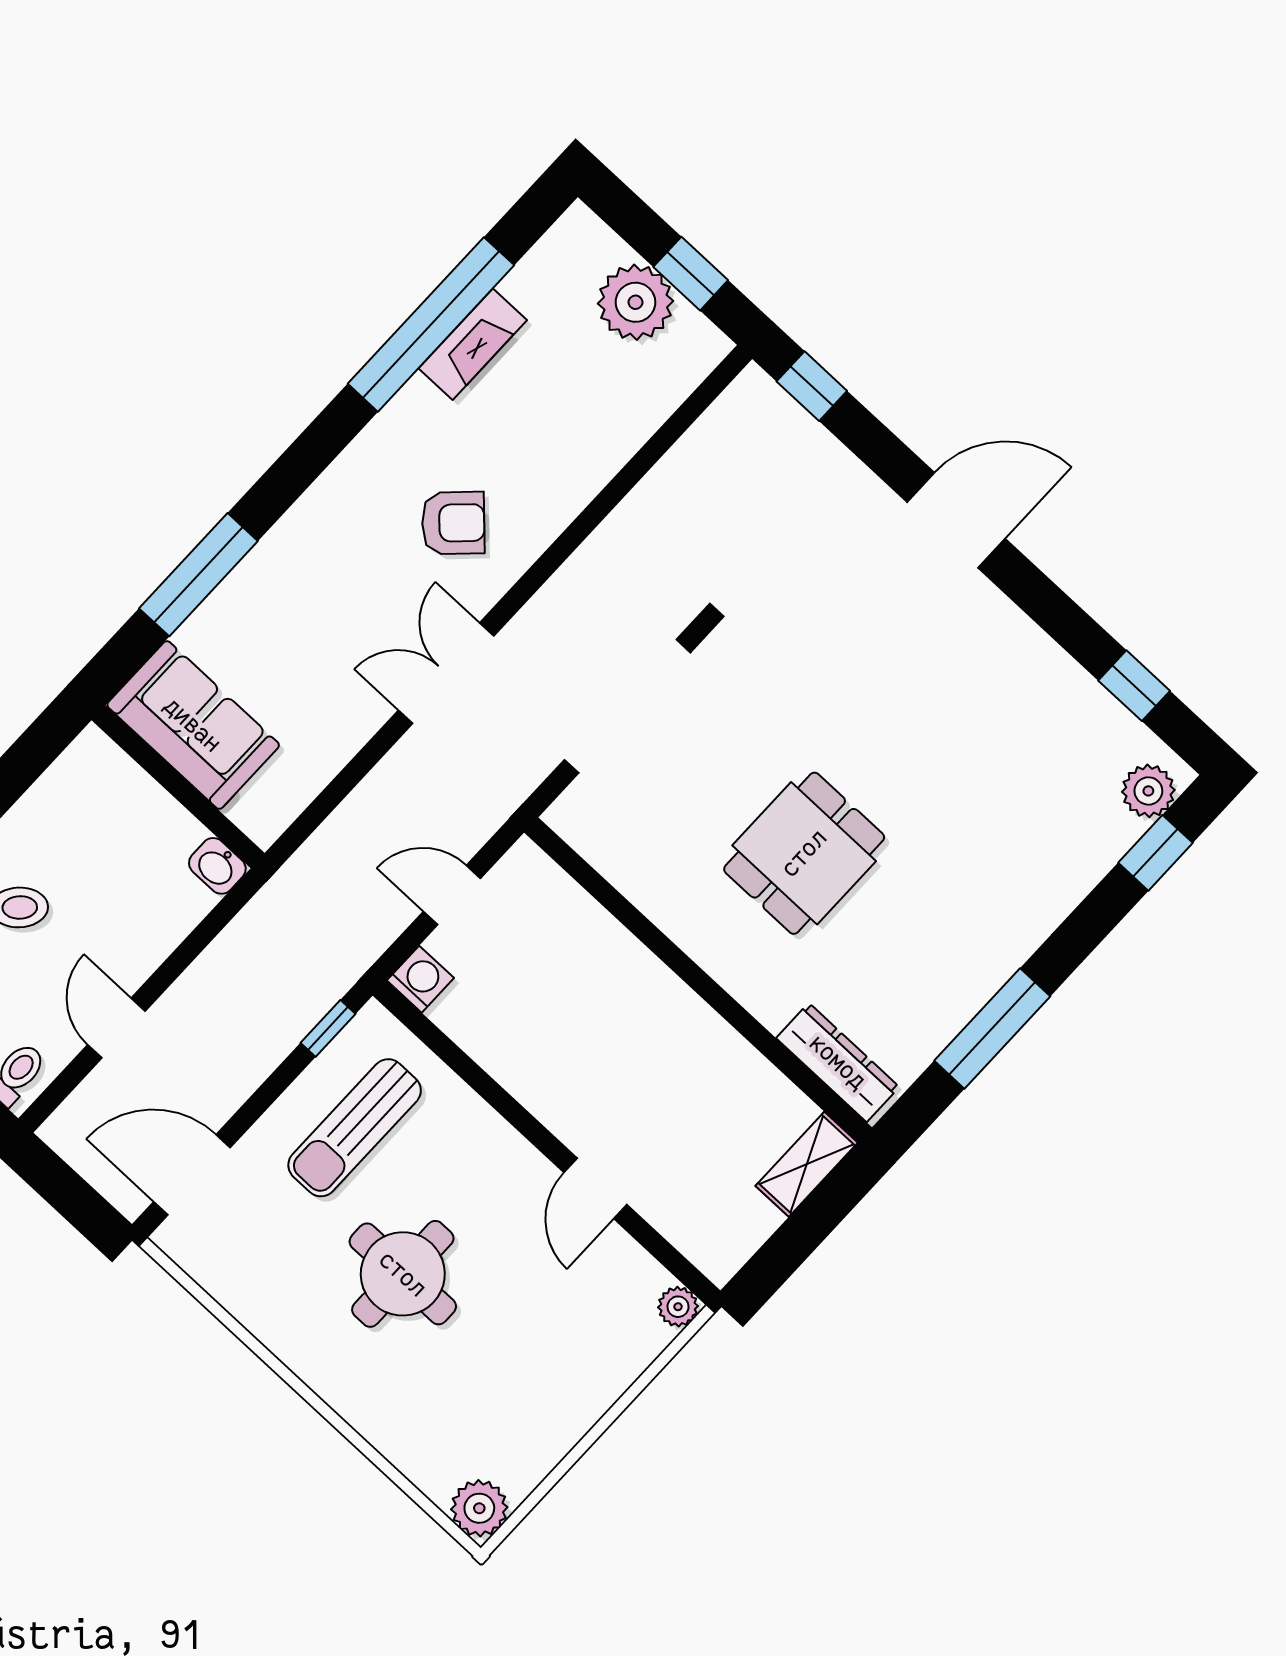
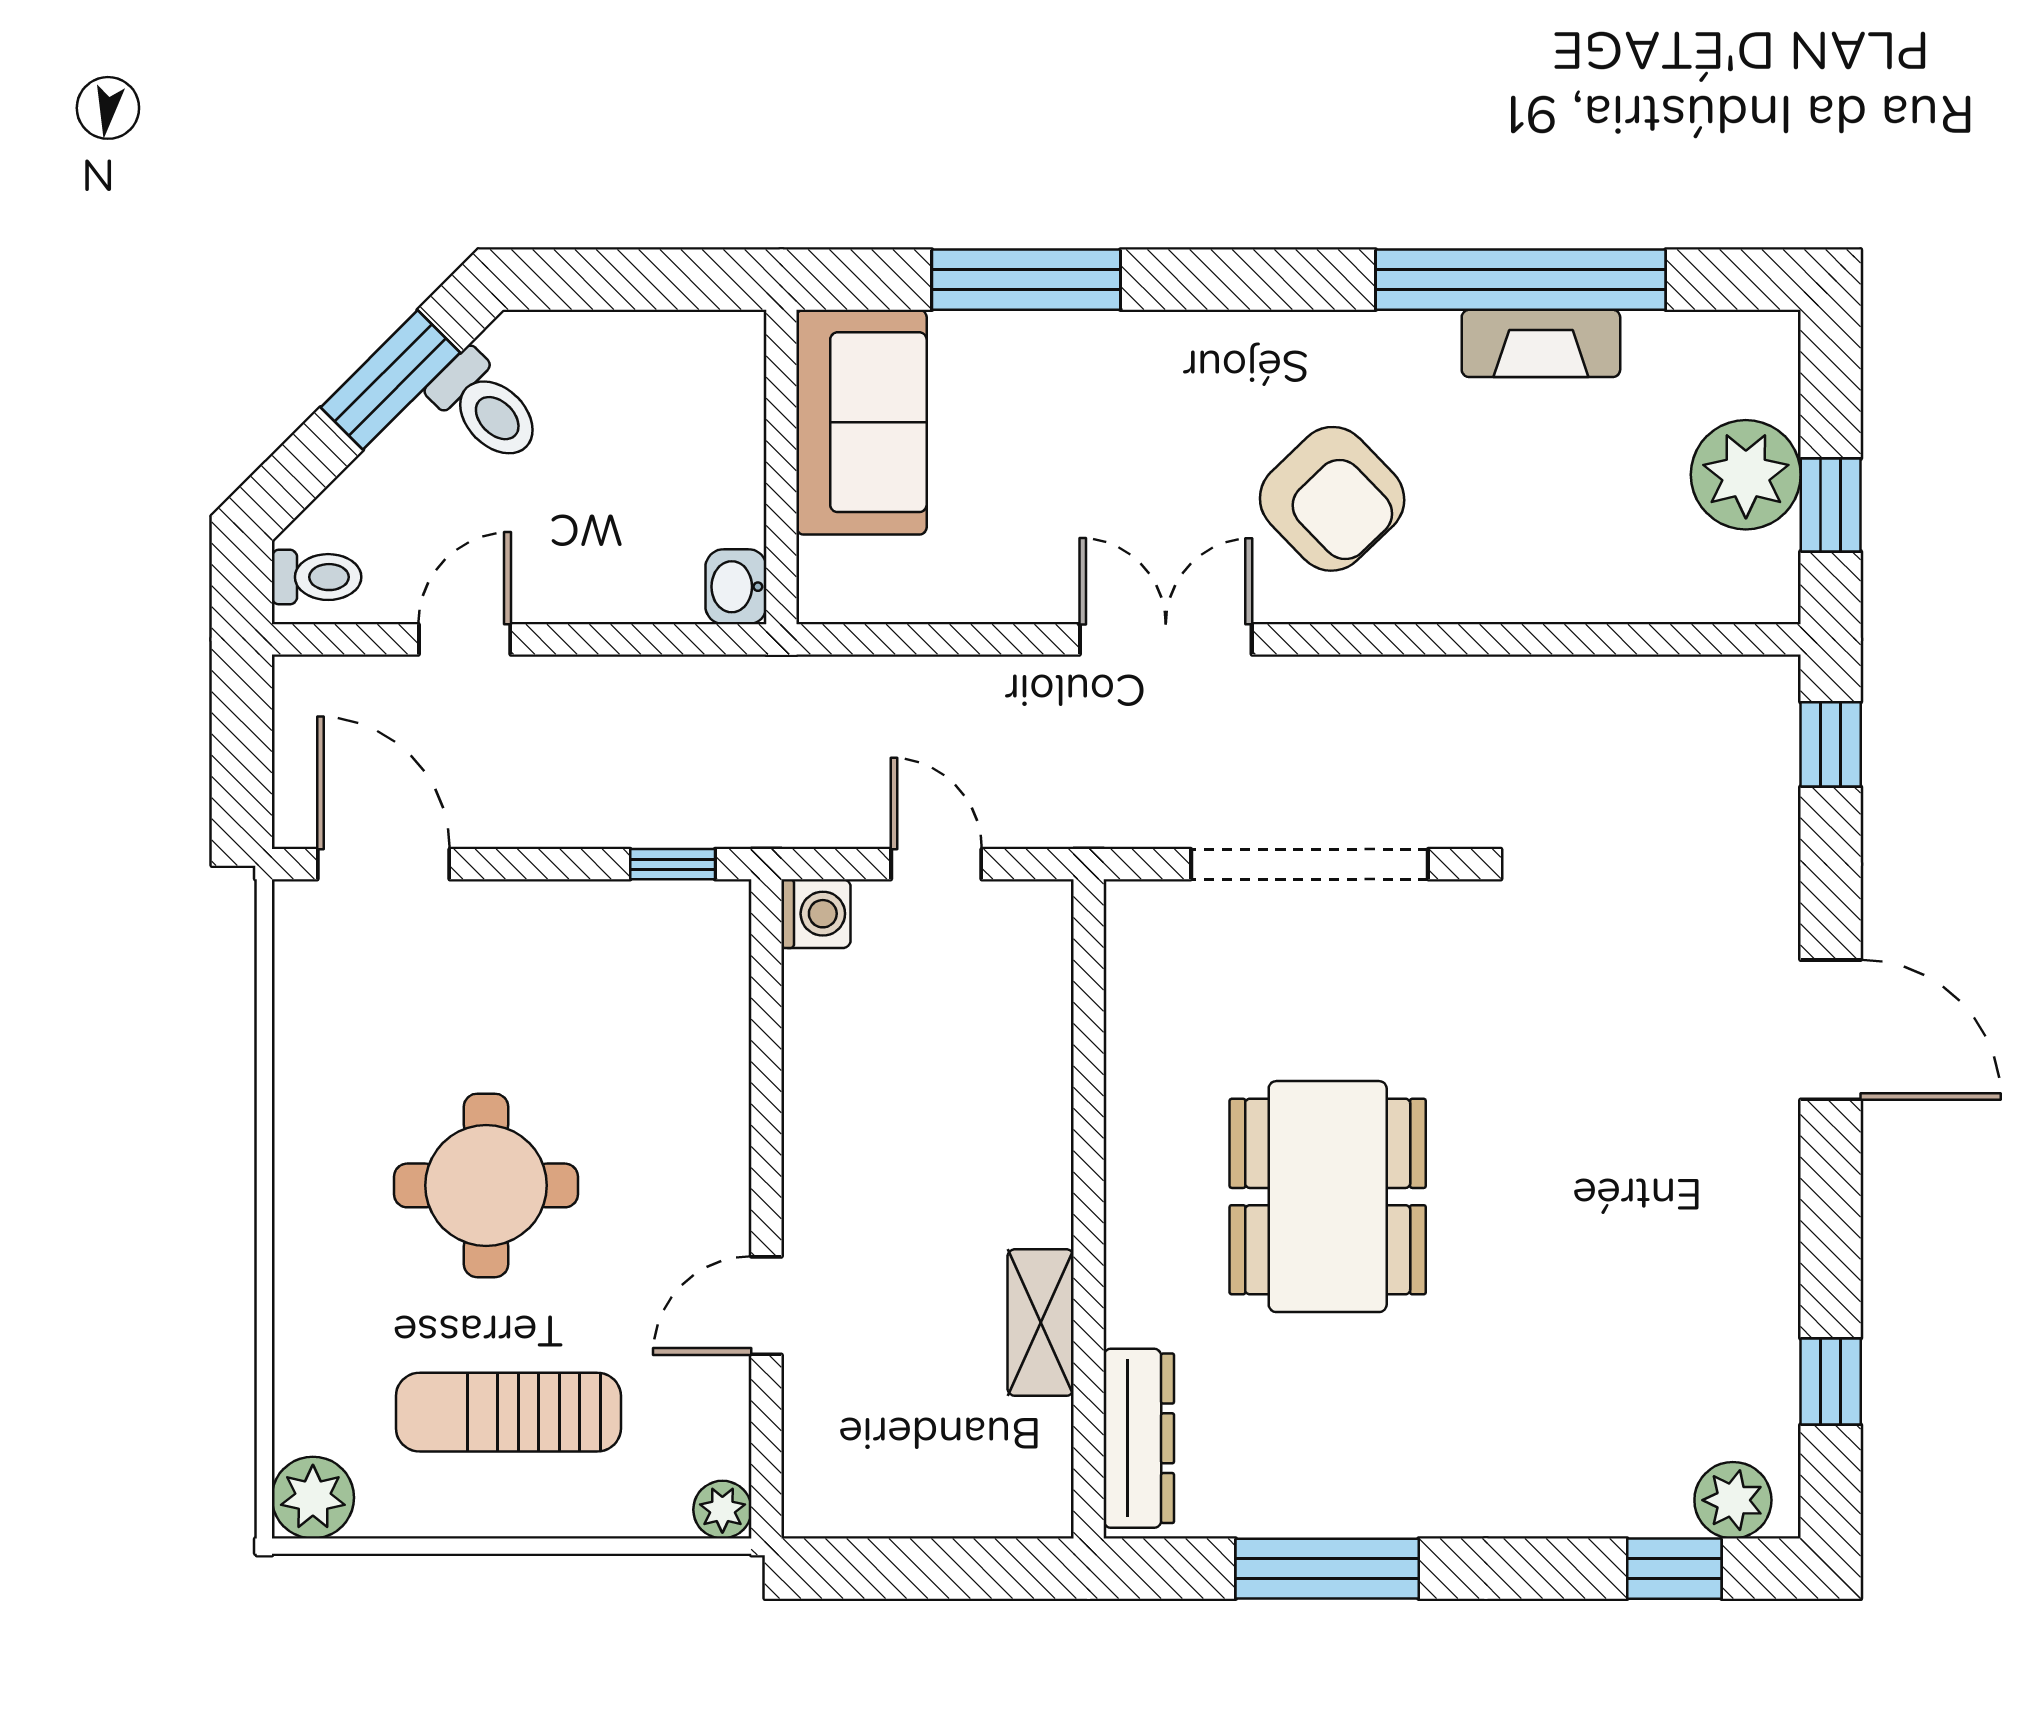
armchair: (453, 523) -> (1332, 499), width x1.38, depth x1.38
dining table: (804, 853) -> (1328, 1197), width x1.38
sun lounger: (355, 1128) -> (508, 1412), moved
shelving: (807, 1164) -> (1041, 1323), moved, turned 90

